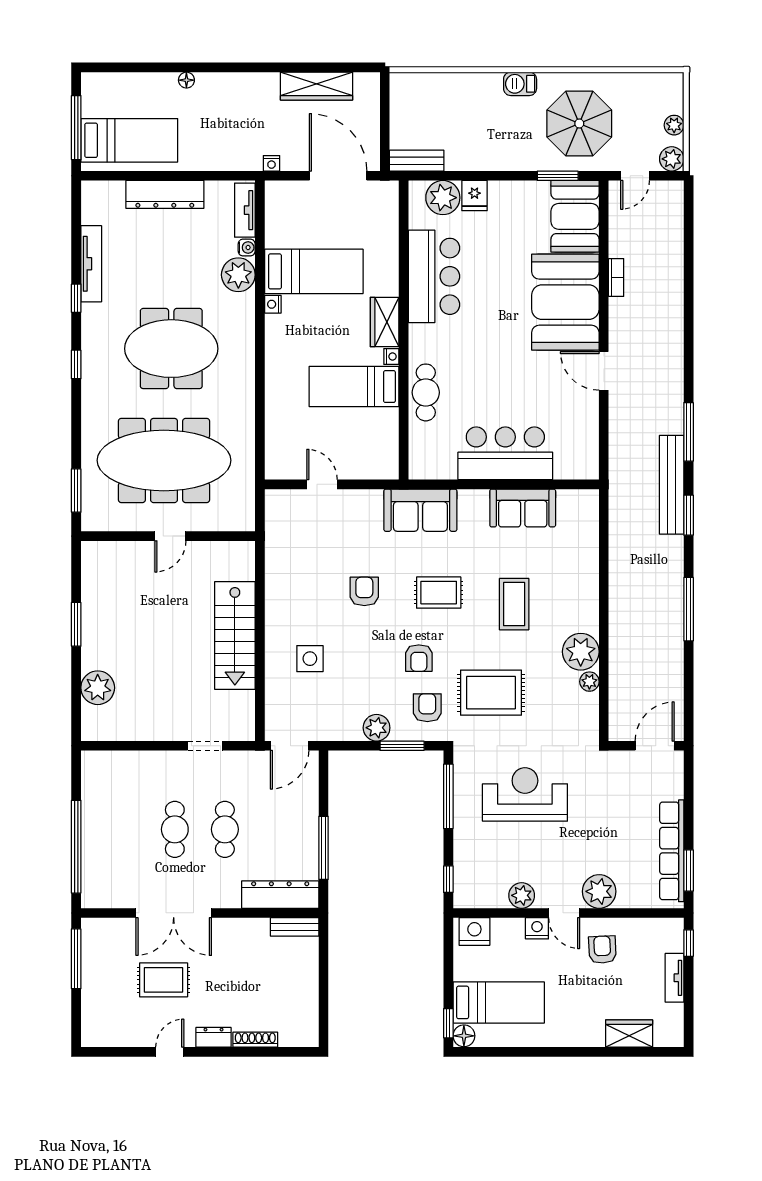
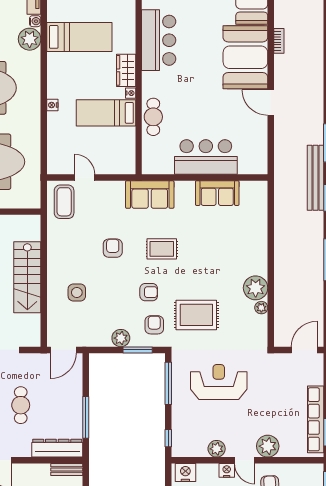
nightstand: (273, 304) -> (52, 105), moved
coffee table: (514, 604) -> (64, 202), moved
armchair: (419, 658) -> (149, 292), turned -90

